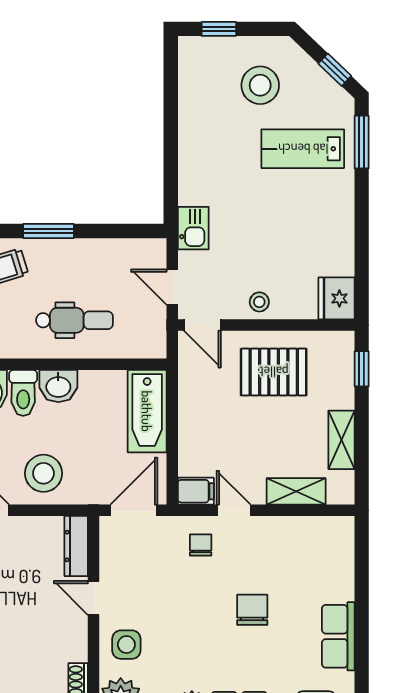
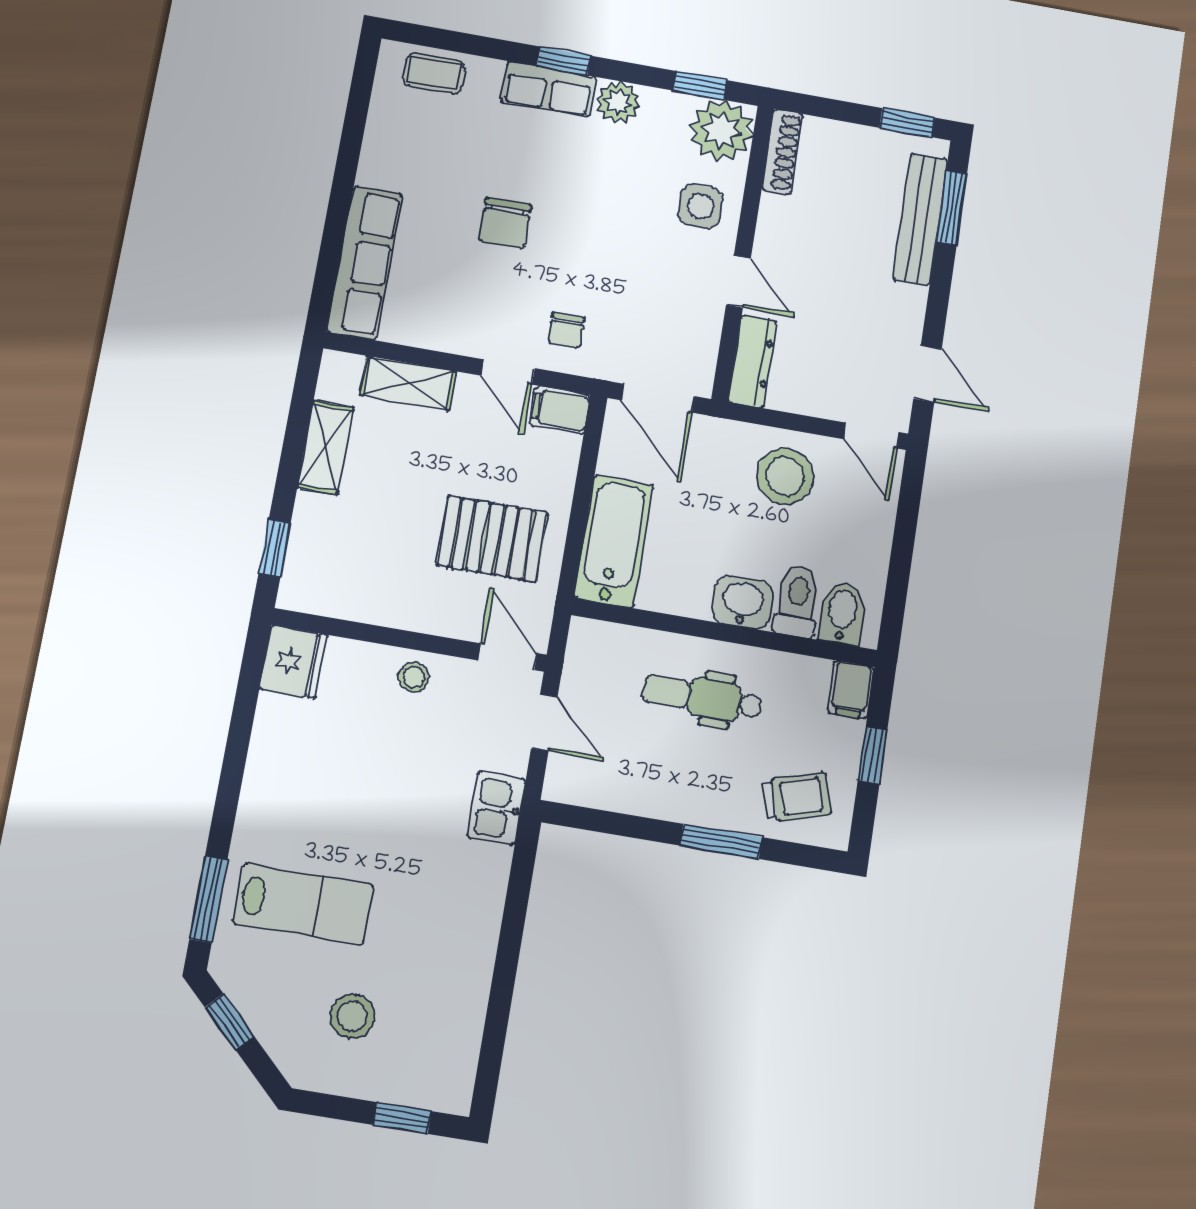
stool: (260, 85) -> (352, 1016), width x0.73, depth x0.73
pallet: (274, 372) -> (492, 539), moved
door: (134, 510) -> (658, 398), hinge flipped
row of seats: (338, 636) -> (365, 263), moved, width x1.48

